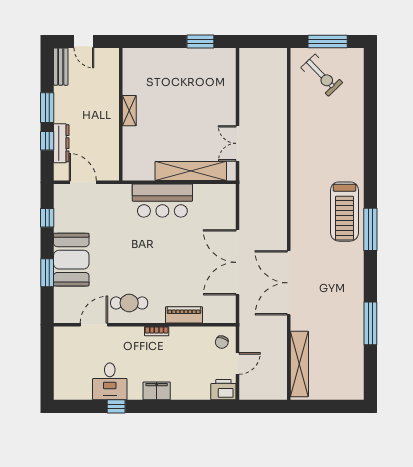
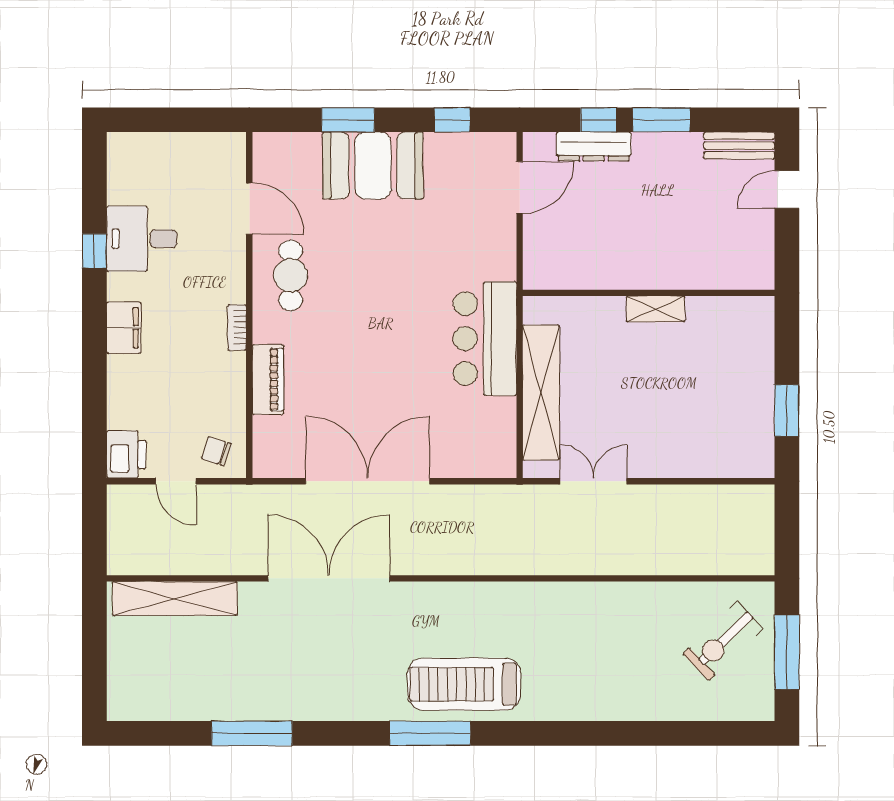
shelving: (129, 111) -> (656, 309), moved
wall: (121, 114) -> (649, 293), moved

